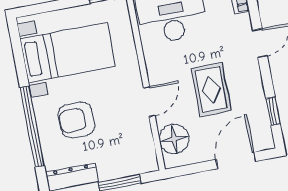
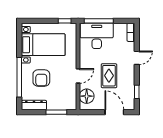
armchair: (76, 120) -> (41, 78), turned -90
door: (236, 160) -> (114, 112), hinge flipped

